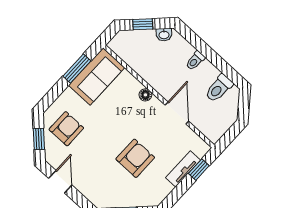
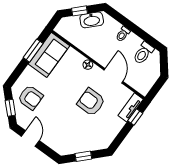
washbasin: (164, 35) -> (92, 20), width x1.91, depth x1.45
armchair: (66, 129) -> (30, 97), turned 90
armchair: (135, 158) -> (91, 102), moved, turned -90
tv unit: (183, 169) -> (131, 107), moved

